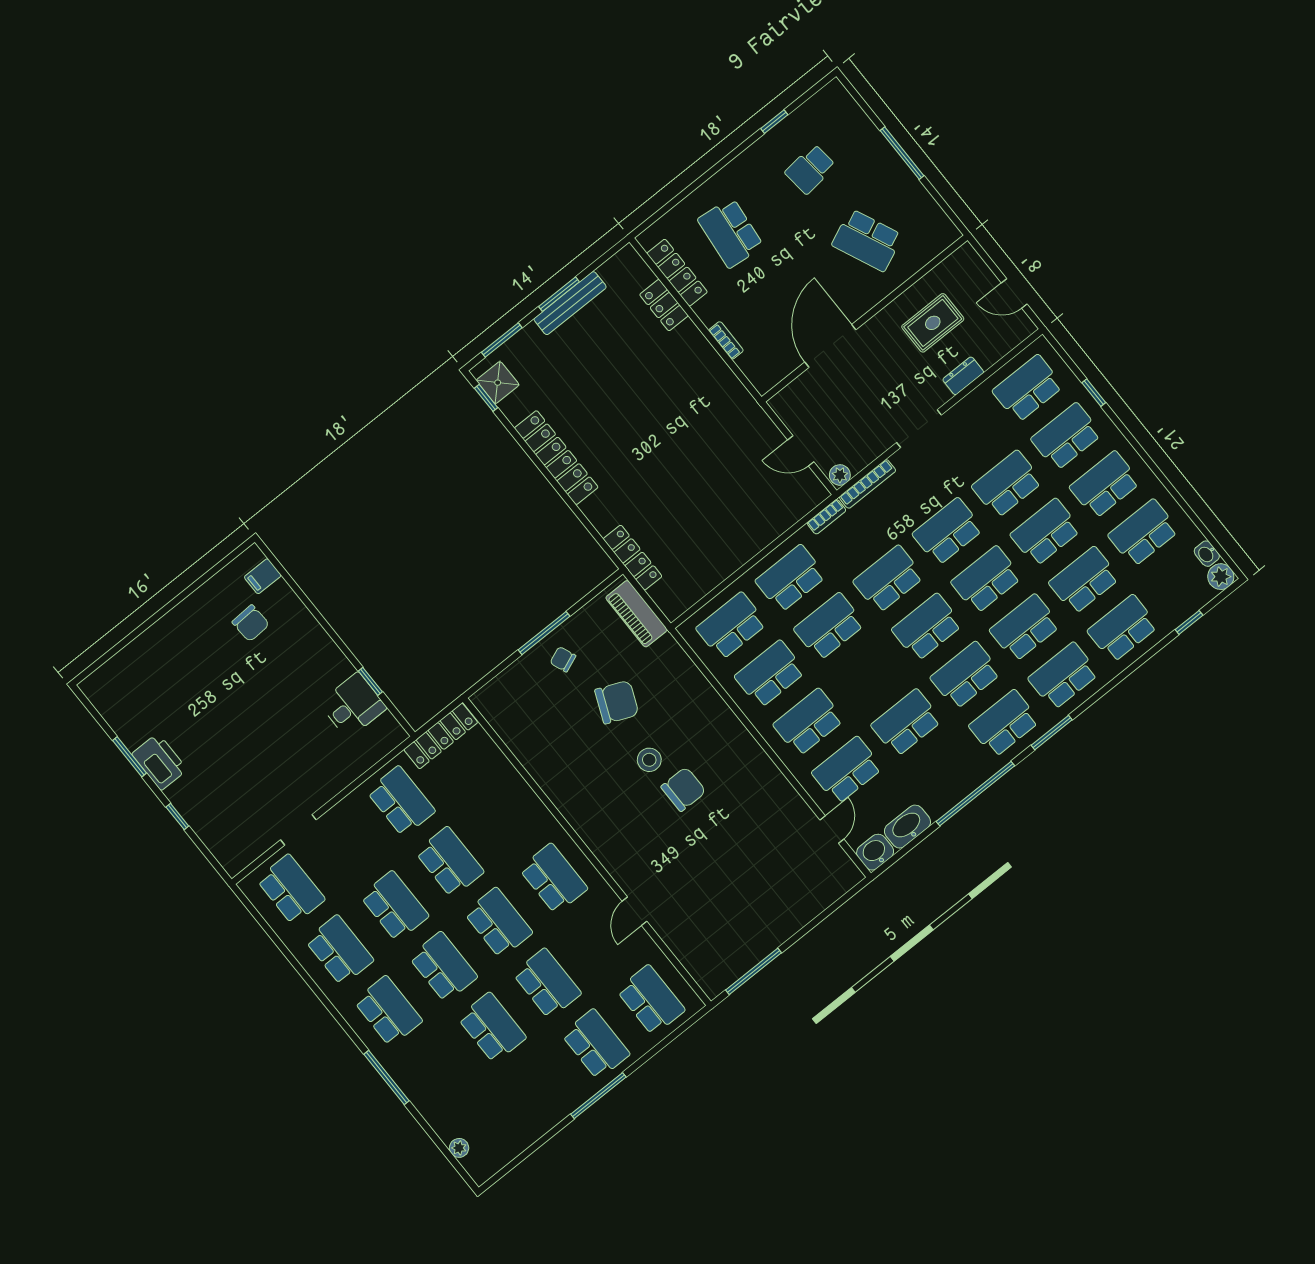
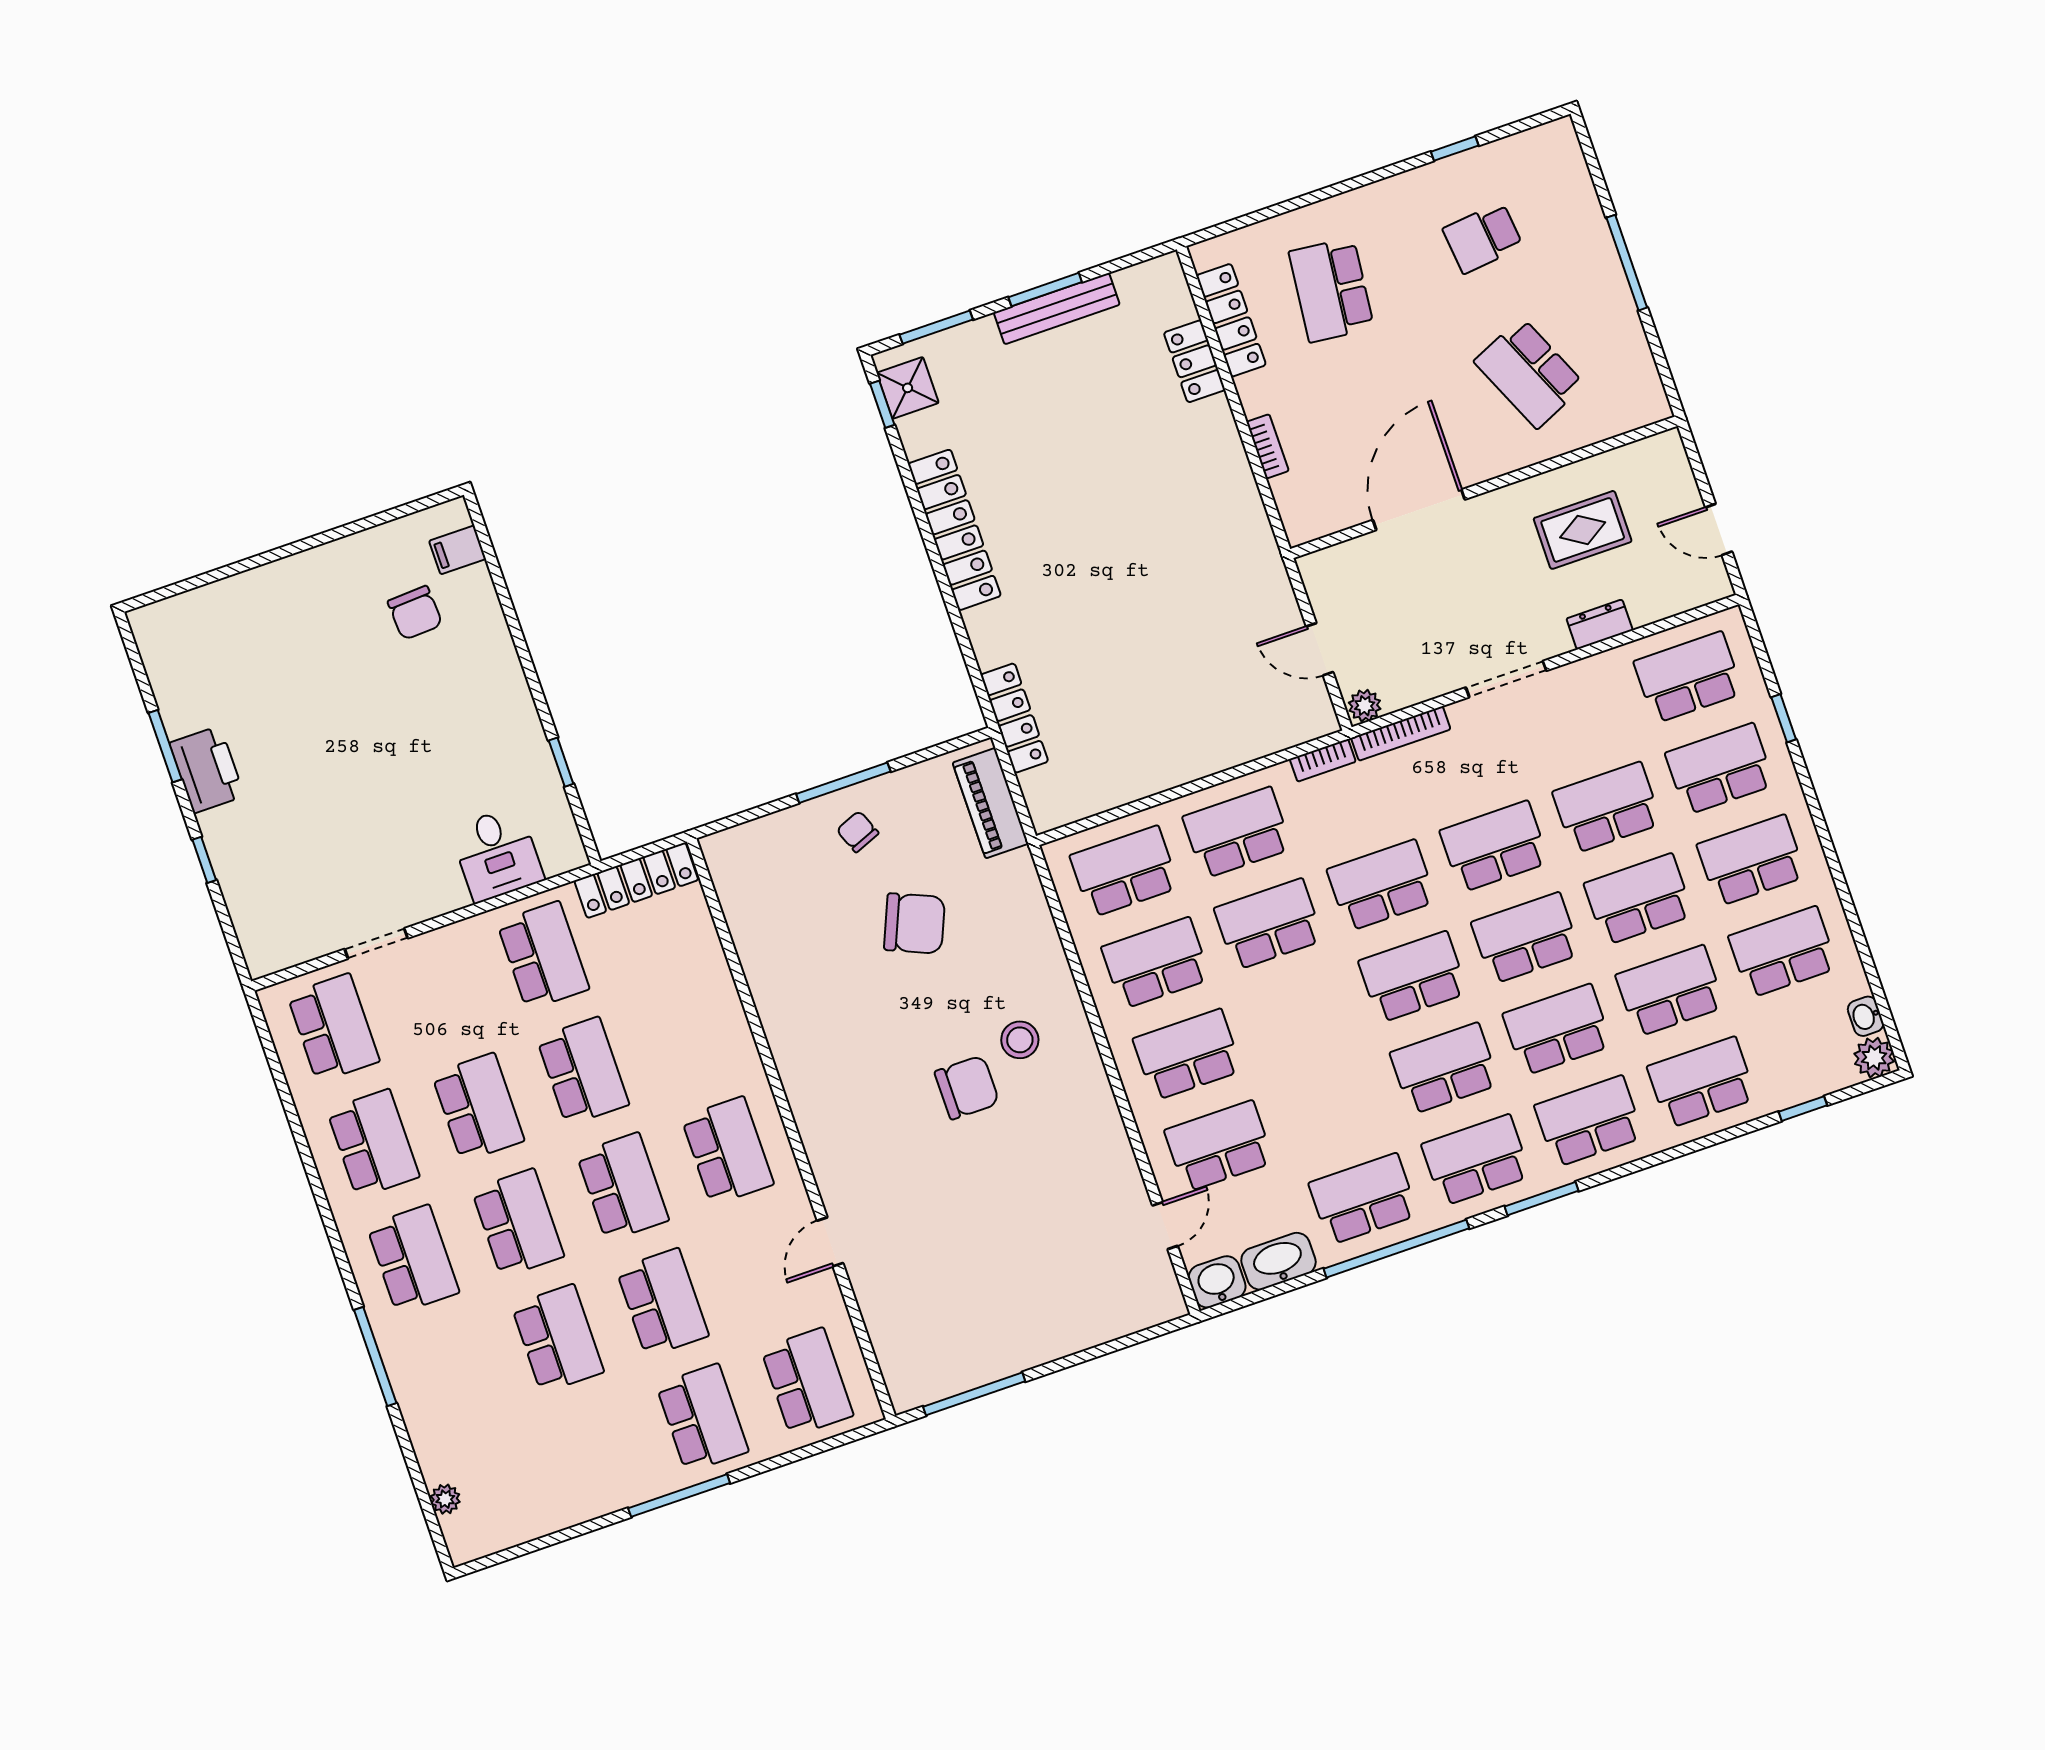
desk: (353, 706) -> (497, 854), moved, turned 90
school desk: (906, 723) -> (1363, 1199), moved
stool: (649, 760) -> (1020, 1040), moved

